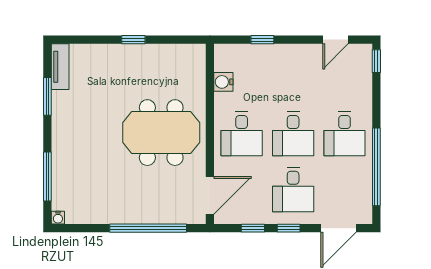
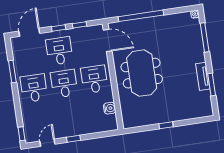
window: (262, 40) -> (74, 139), moved
tv unit: (60, 67) -> (203, 76), moved
meeting table: (161, 133) -> (142, 73), turned 90
window: (376, 167) -> (12, 72), width x0.47
door: (210, 195) -> (108, 40), swing flipped

